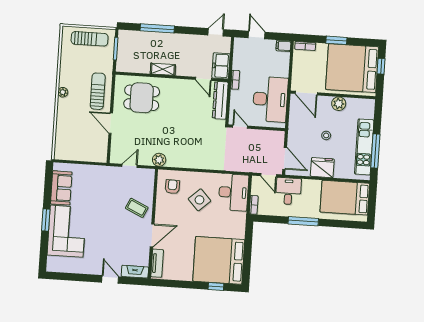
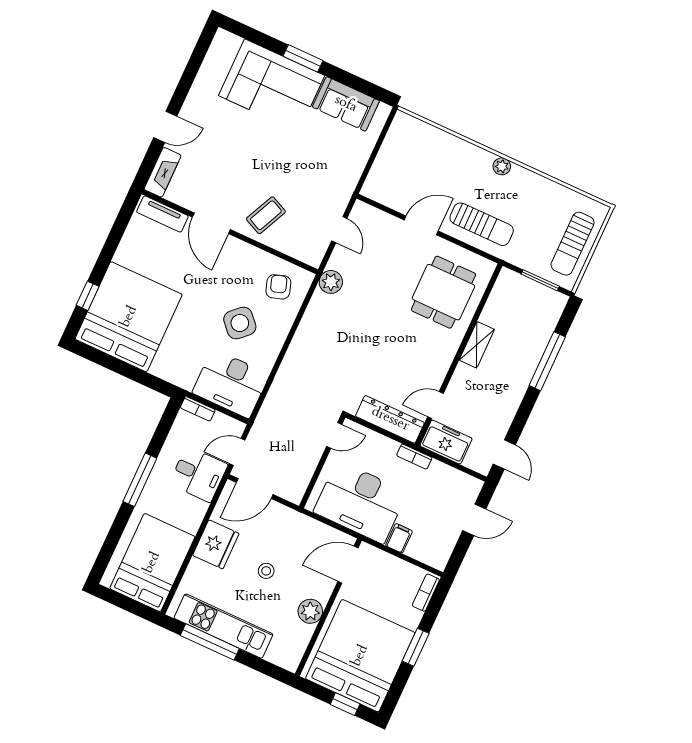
filing cabinet: (283, 46) -> (399, 538), moved
armchair: (172, 187) -> (278, 287), turned -110

